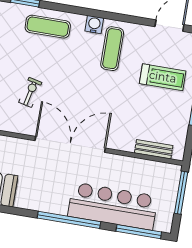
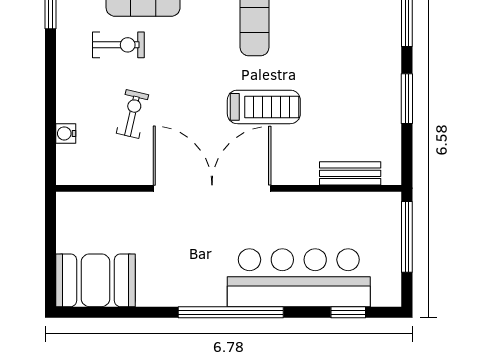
exercise bike: (29, 50) -> (118, 45), added
treadmill: (163, 77) -> (264, 107), moved
window: (139, 232) -> (348, 312), width x0.46

